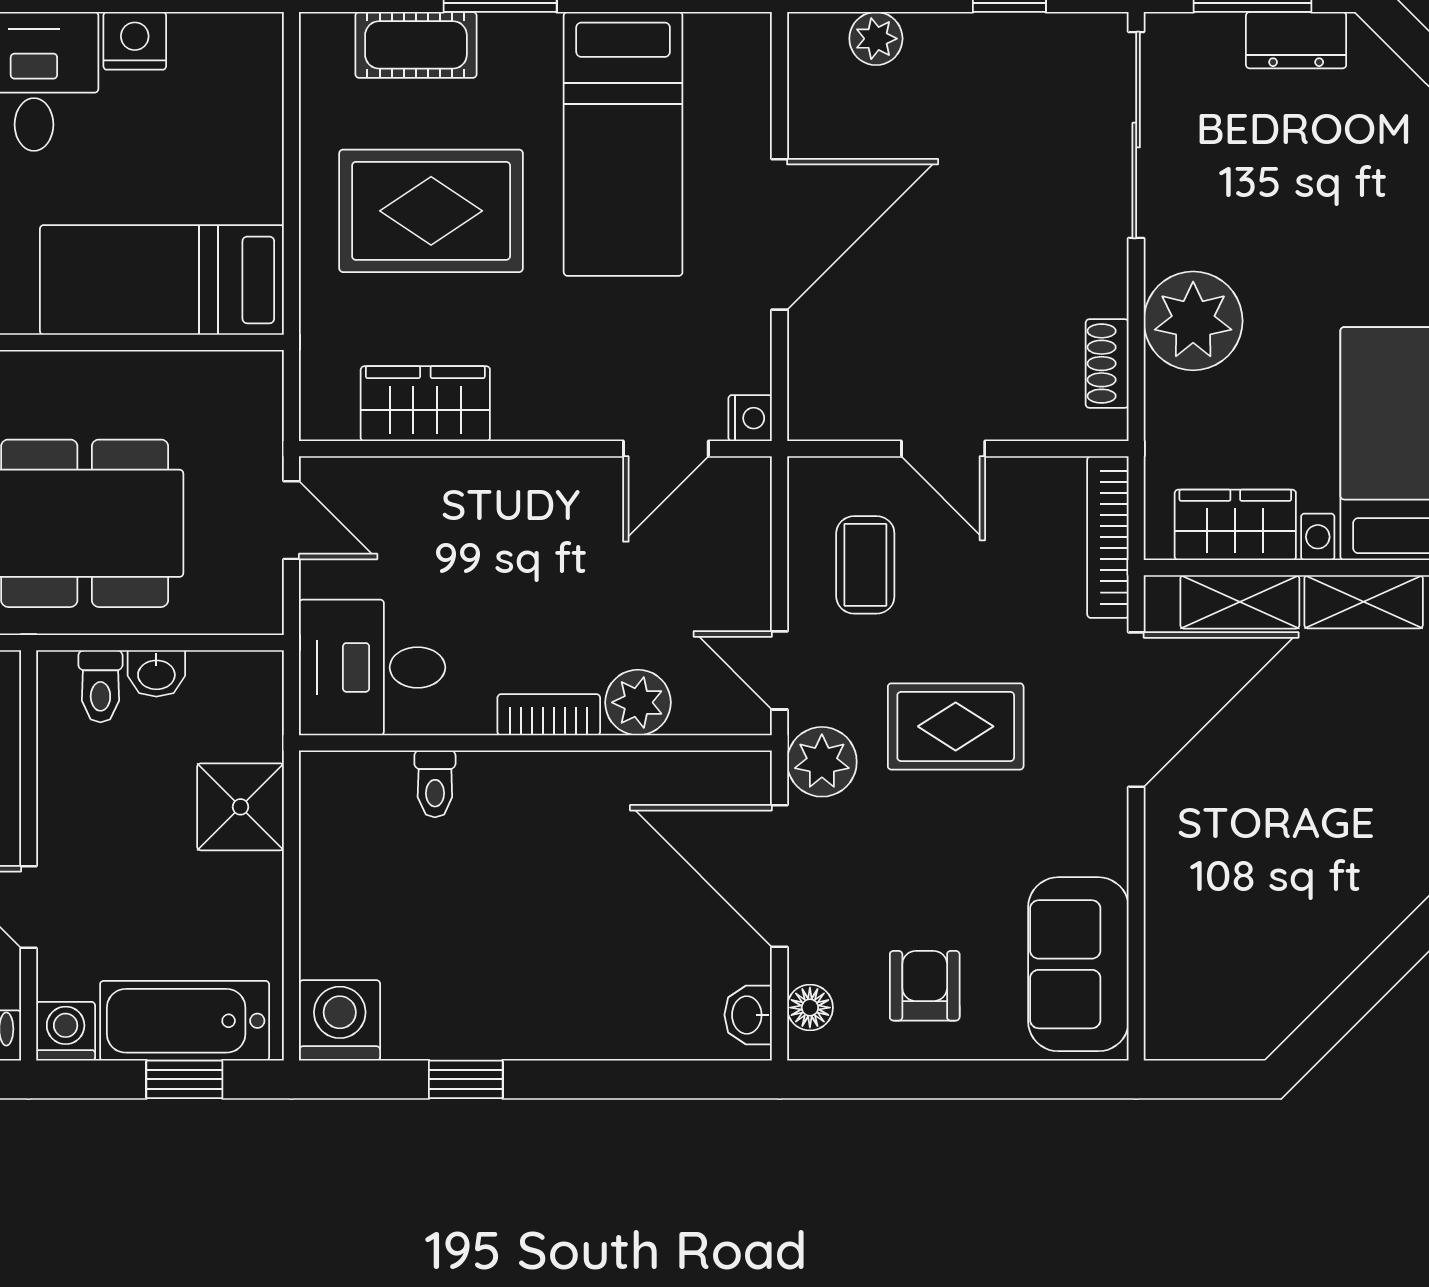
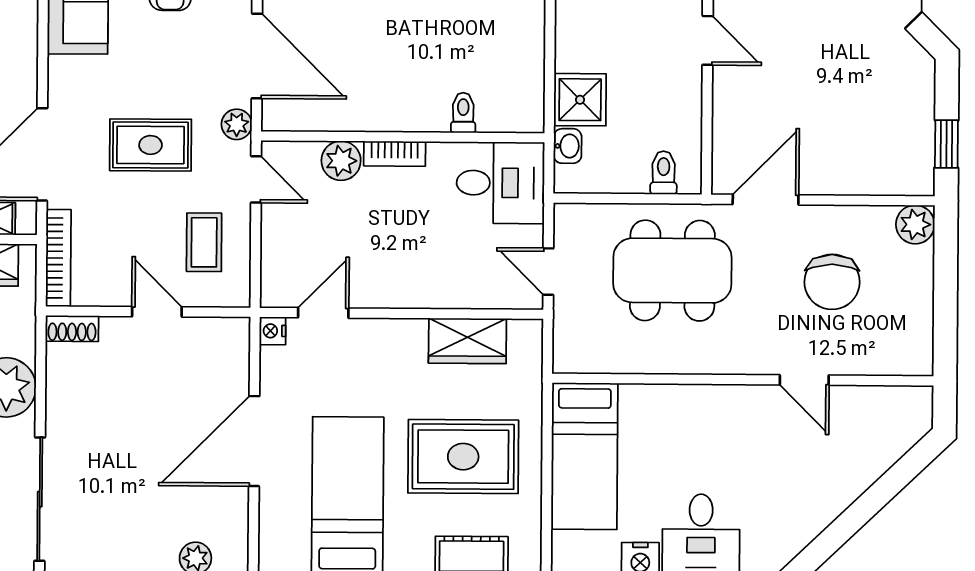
bed: (162, 280) -> (584, 456), moved, turned 90
shoe rack: (1107, 364) -> (72, 329), moved, turned 90
washbasin: (156, 673) -> (568, 146), moved, turned 90
plant: (822, 762) -> (237, 124), width x0.73, depth x0.73

